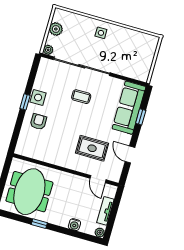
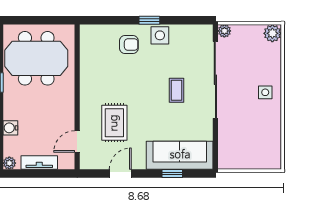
plant: (56, 29) -> (272, 33), moved

